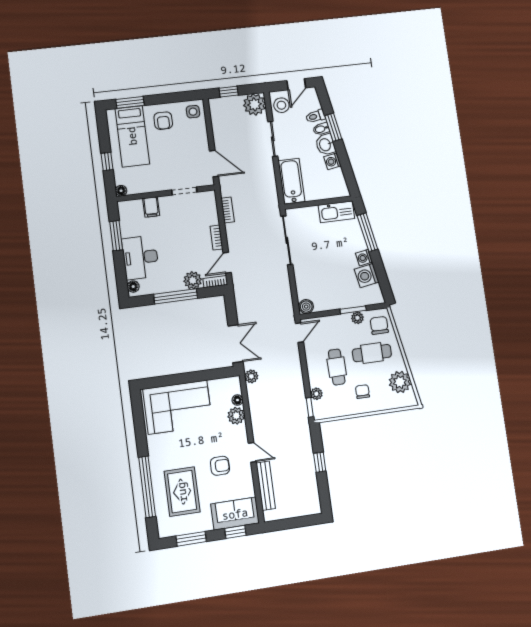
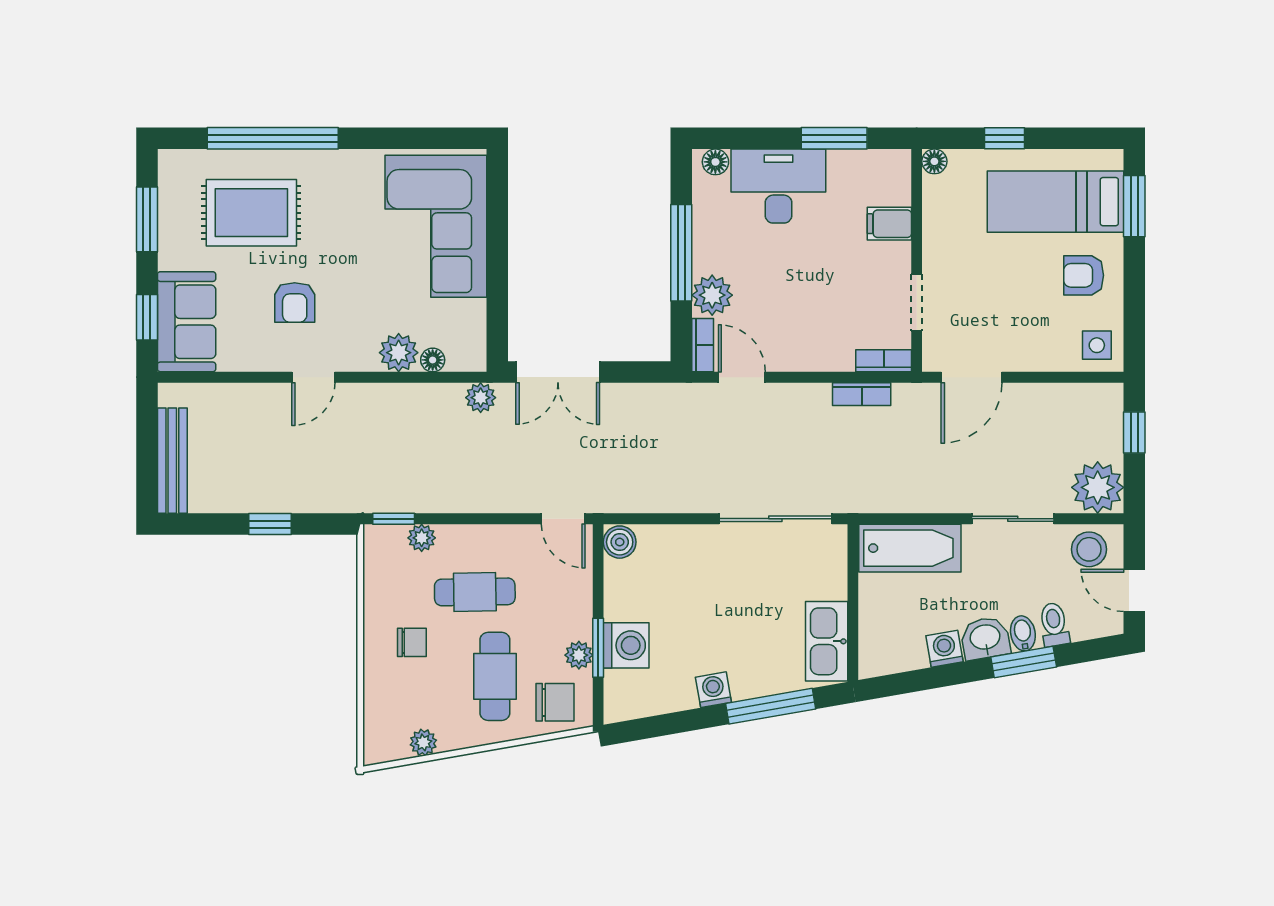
bookcase: (216, 238) -> (884, 361), moved
washing machine: (367, 276) -> (626, 645), moved, turned 100
plant: (400, 382) -> (423, 742), width x0.53, depth x0.53
bench: (266, 486) -> (172, 461), moved, turned 90

